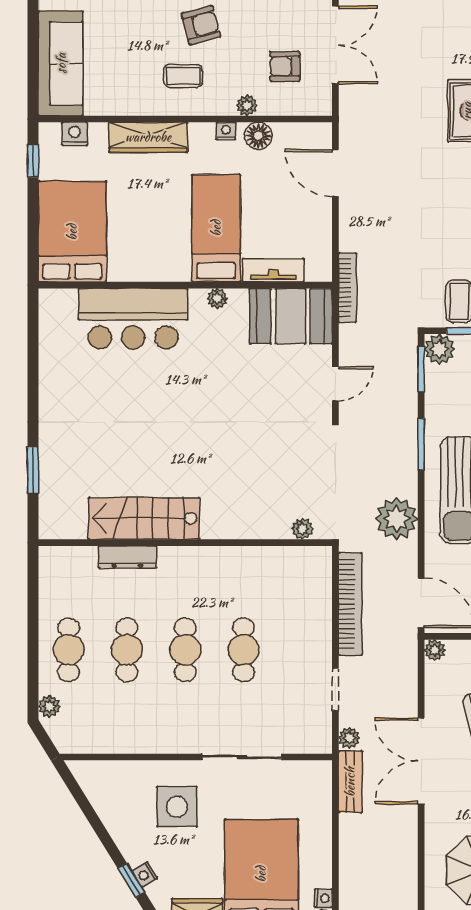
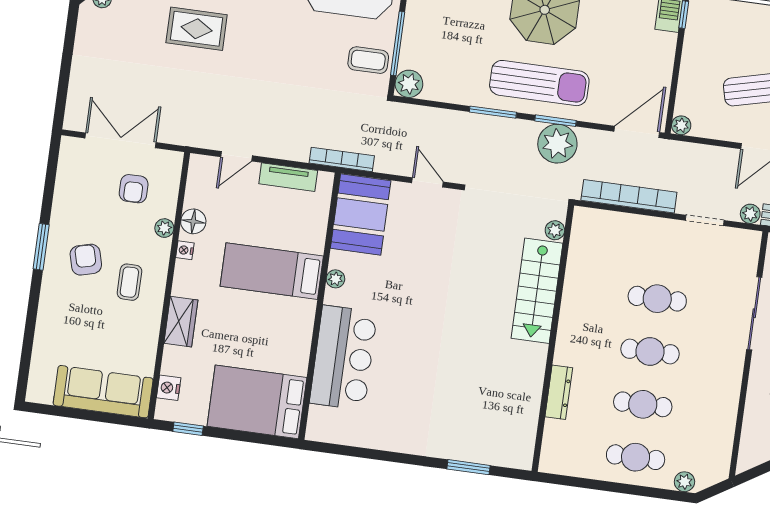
wardrobe: (148, 137) -> (181, 322), width x0.67
door: (335, 173) -> (236, 156), width x0.73
tv unit: (273, 270) -> (288, 177), moved, turned -90
window: (421, 369) -> (555, 121), moved
stairs: (144, 518) -> (537, 291), moved

